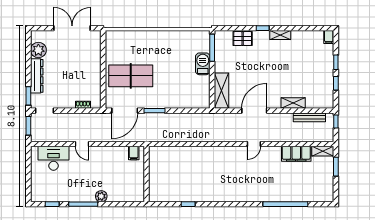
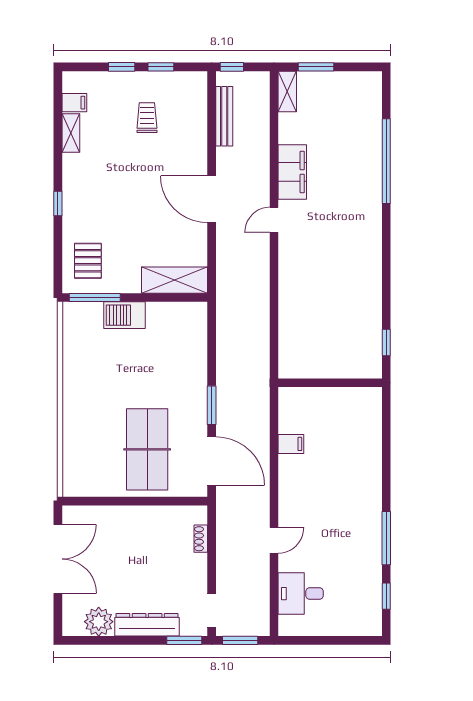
double door: (72, 28) -> (58, 559), swing flipped
shelving: (280, 35) -> (71, 133), moved
filing cabinet: (329, 37) -> (74, 103), moved
pallet: (243, 38) -> (88, 261), moved
trolley: (309, 76) -> (147, 118), added
shelving: (293, 103) -> (197, 147), removed
door: (254, 111) -> (212, 199), moved
door: (254, 144) -> (274, 220), swing flipped
filing cabinet: (296, 154) -> (292, 172), moved
desk: (53, 158) -> (301, 594), width x0.73
wall: (146, 174) -> (330, 383), moved
plant: (101, 196) -> (371, 505), removed

